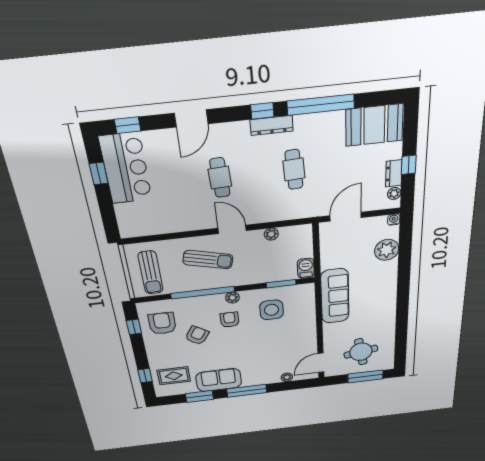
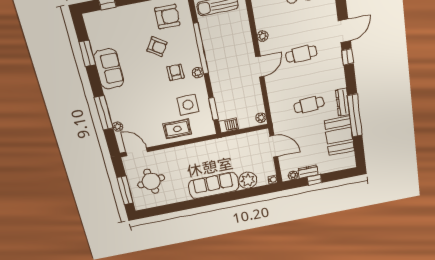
window: (262, 111) -> (348, 57), moved
door: (191, 118) -> (344, 31), swing flipped
dresser: (272, 125) -> (343, 102), moved
booth: (374, 125) -> (339, 136), moved
plant: (192, 225) -> (263, 36), added
plant: (271, 234) -> (261, 118), moved
sun lounger: (208, 260) -> (232, 50), removed
sofa: (335, 296) -> (214, 186), moved, turned 180
armchair: (230, 320) -> (175, 72), turned -90
rug: (174, 376) -> (177, 129), moved, turned 90
window: (247, 391) -> (104, 113), moved

